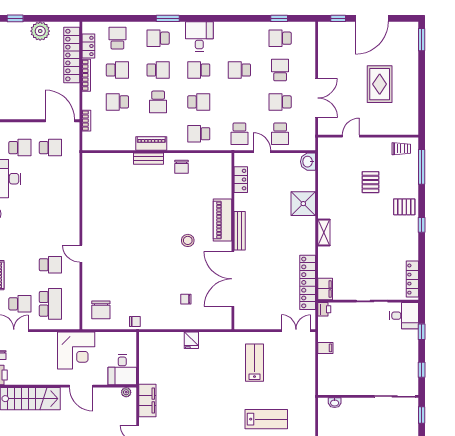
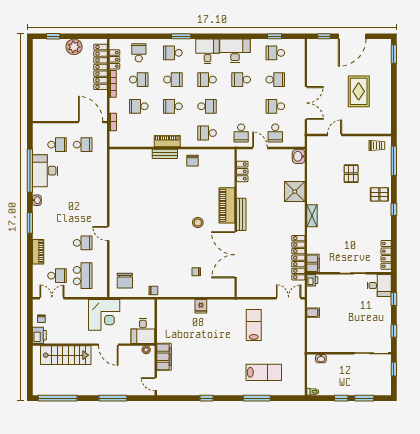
desk: (232, 36) -> (235, 51), added
school desk: (280, 70) -> (275, 80), turned 90
school desk: (158, 102) -> (173, 106), turned 90

